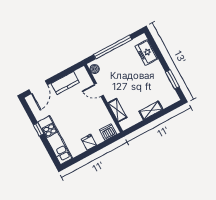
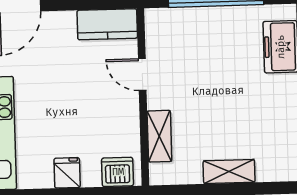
boiler: (95, 69) -> (155, 27), removed
kitchen counter: (65, 83) -> (107, 24), moved

